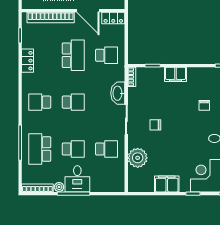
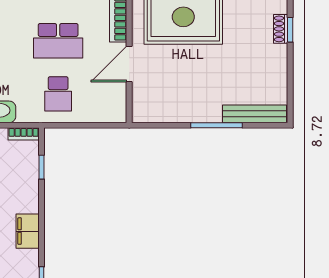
locker: (113, 18) -> (117, 105), removed
filing cabinet: (175, 74) -> (28, 231), moved

